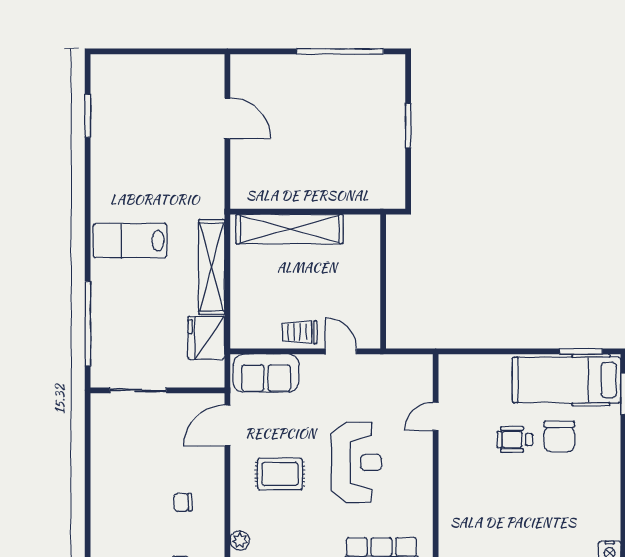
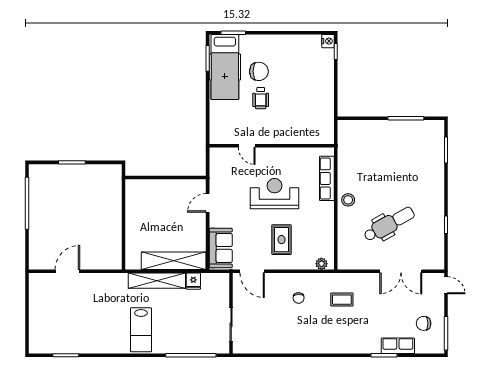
shelving: (290, 229) -> (174, 261), moved, turned 90
trolley: (300, 332) -> (196, 228), removed
fridge: (206, 338) -> (193, 281), width x0.53, depth x0.75

